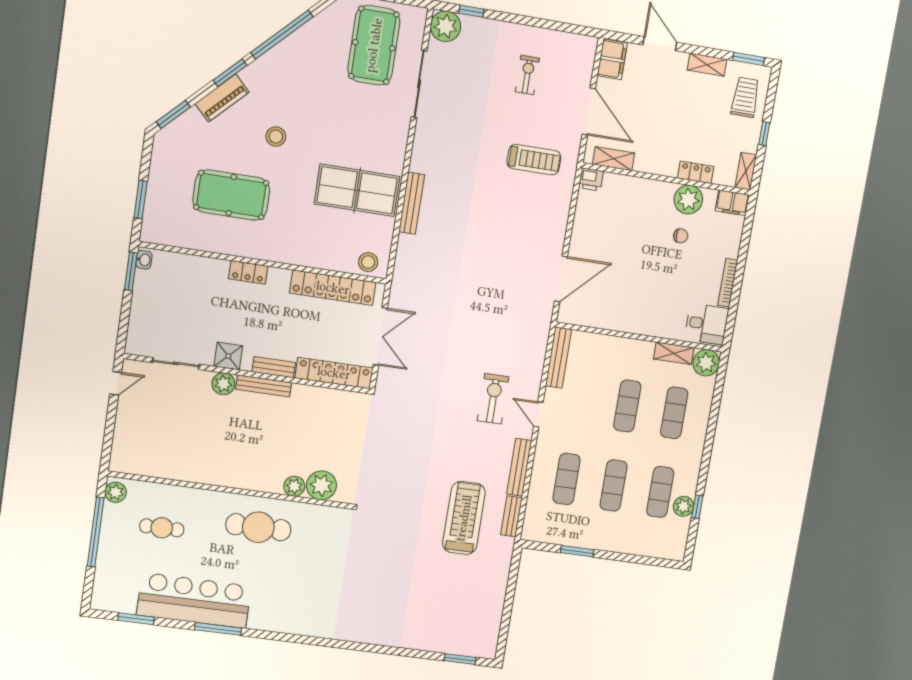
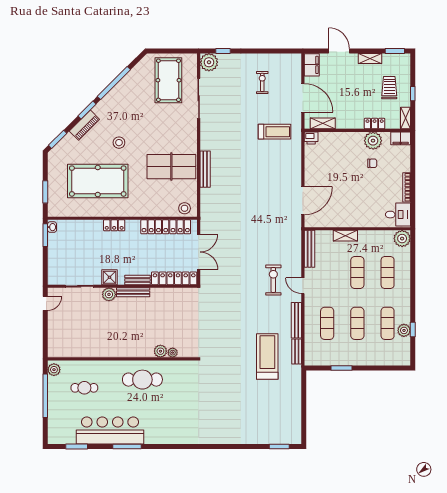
trolley: (745, 97) -> (389, 88), moved
pool table: (231, 195) -> (98, 181), width x1.36, depth x1.32
shelving: (674, 353) -> (345, 236), moved
plant: (321, 485) -> (173, 353), width x0.53, depth x0.53

